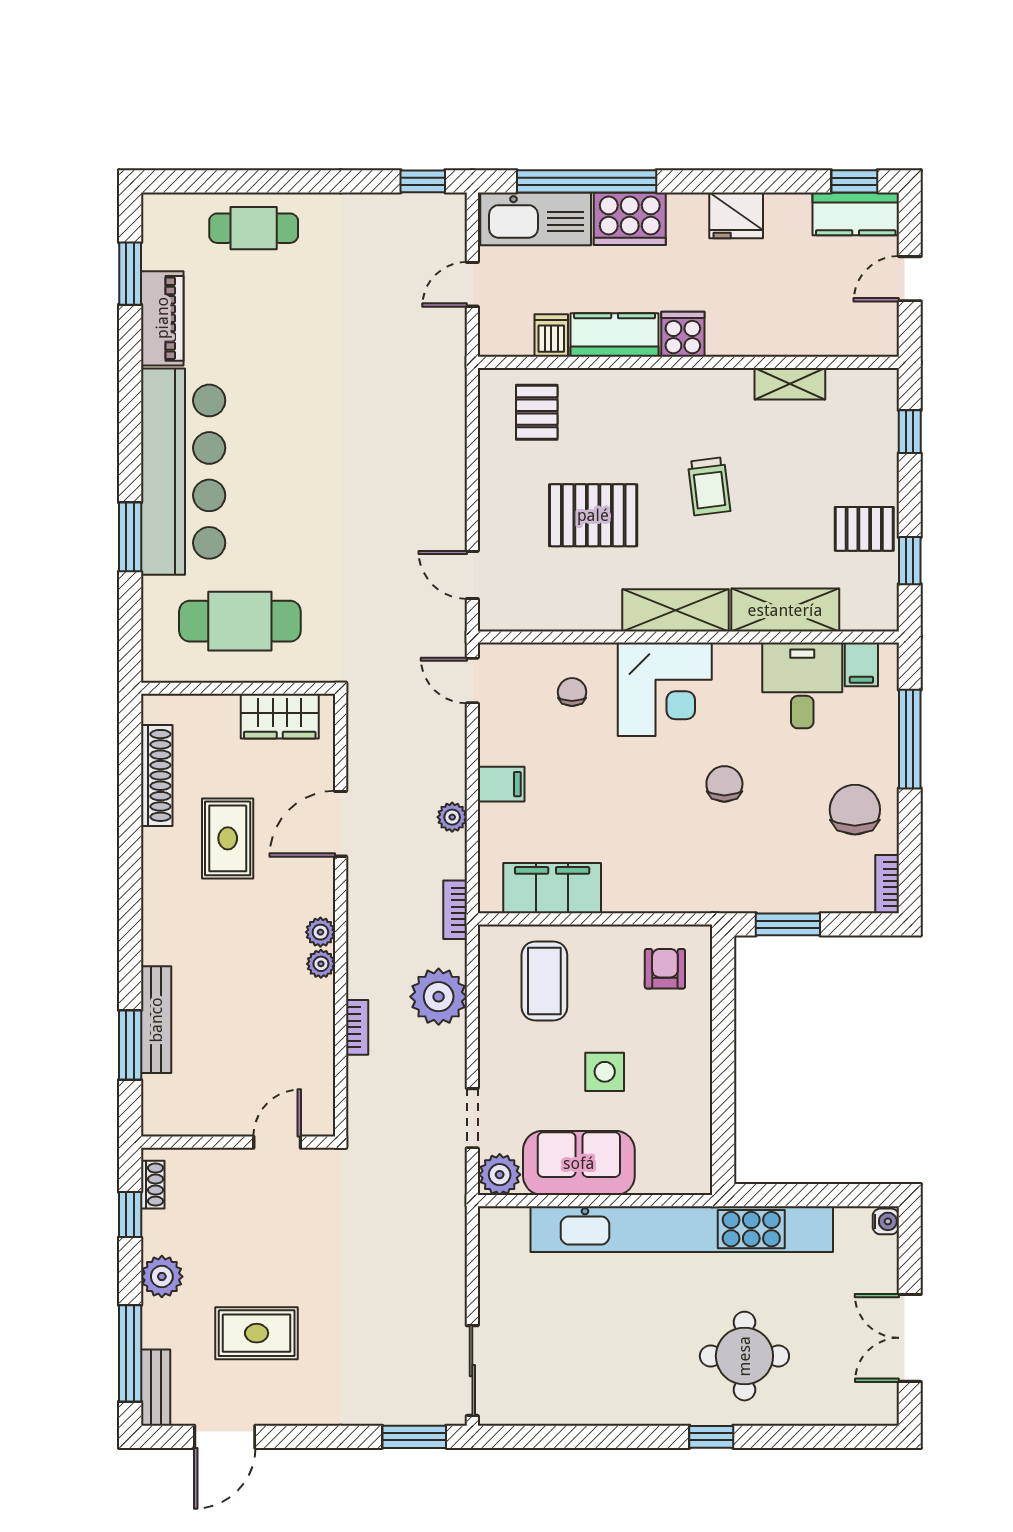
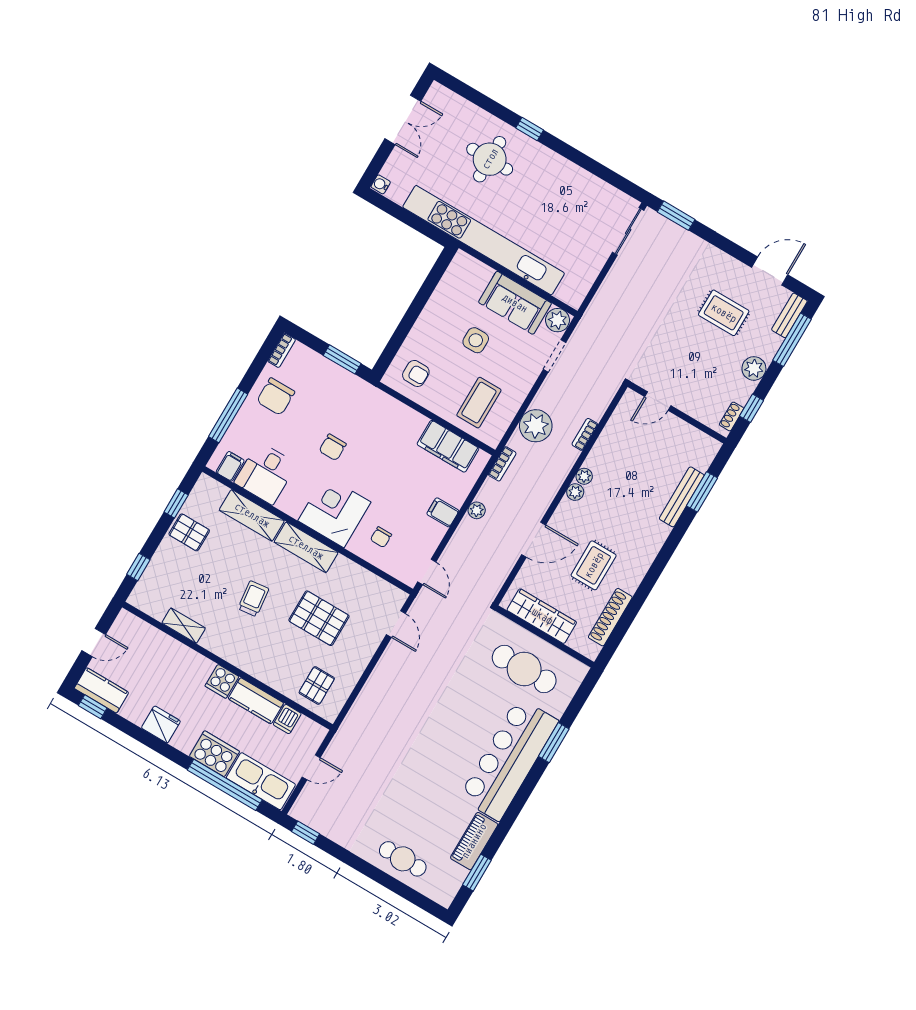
wardrobe: (280, 716) -> (542, 616), width x1.50
armchair: (665, 969) -> (416, 373), turned -90

